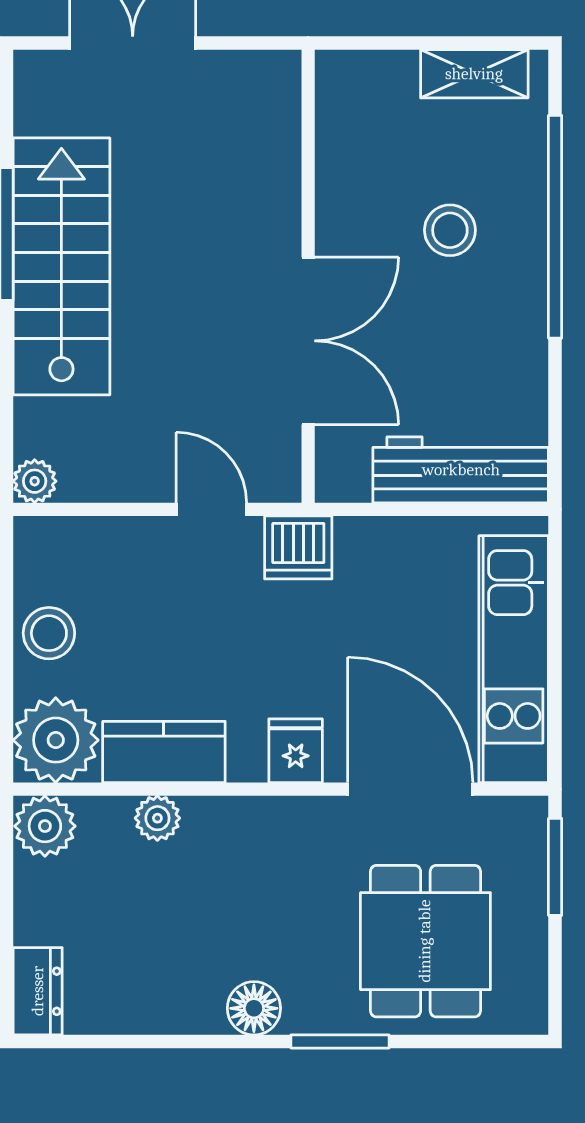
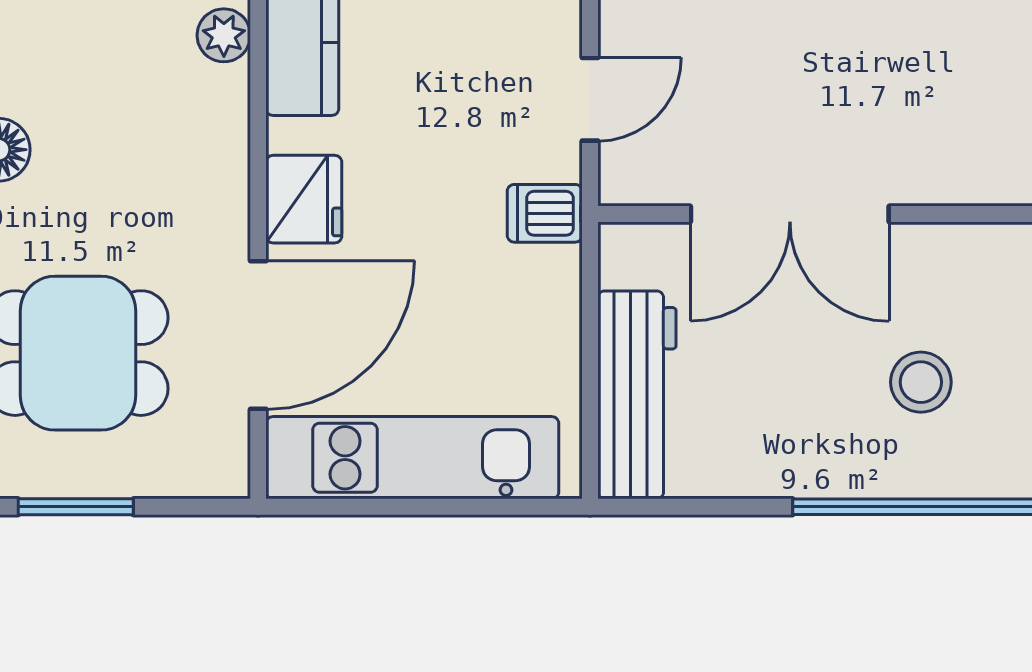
dishwasher: (298, 547) -> (545, 213), width x0.73
fridge: (296, 751) -> (304, 199), width x1.38
window: (555, 867) -> (76, 507), moved

